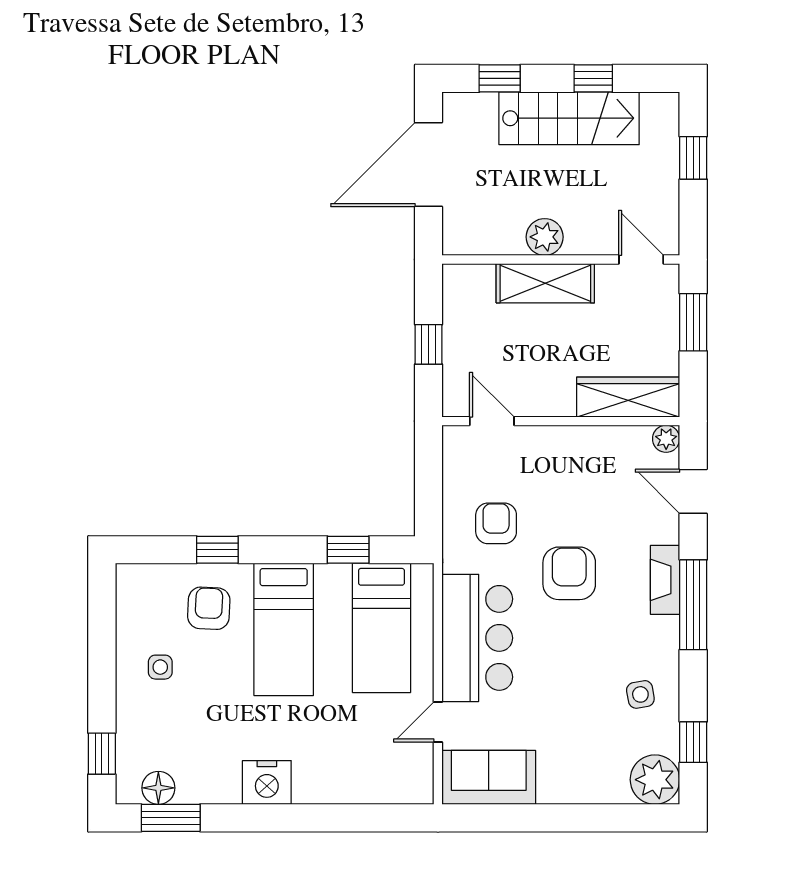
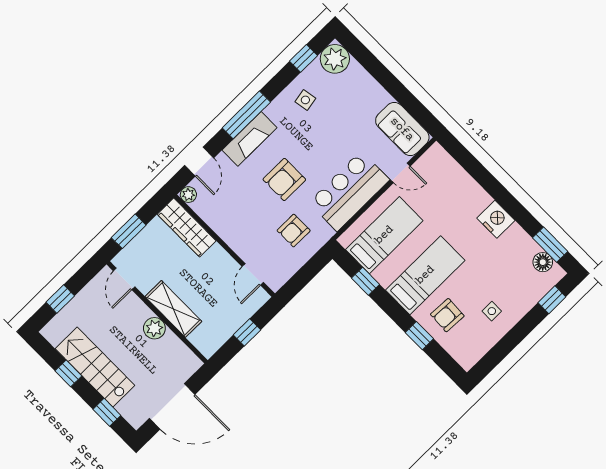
fireplace: (665, 580) -> (249, 139), width x1.37, depth x1.32

